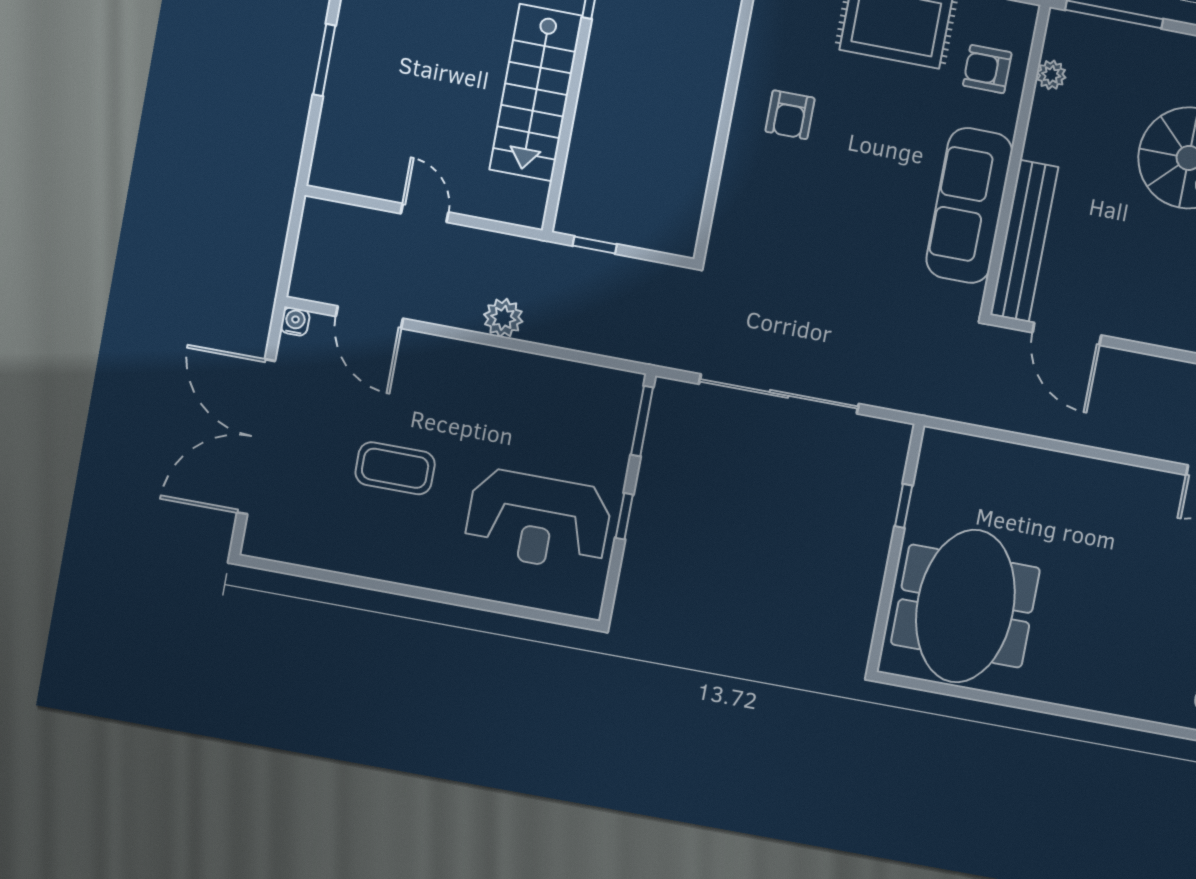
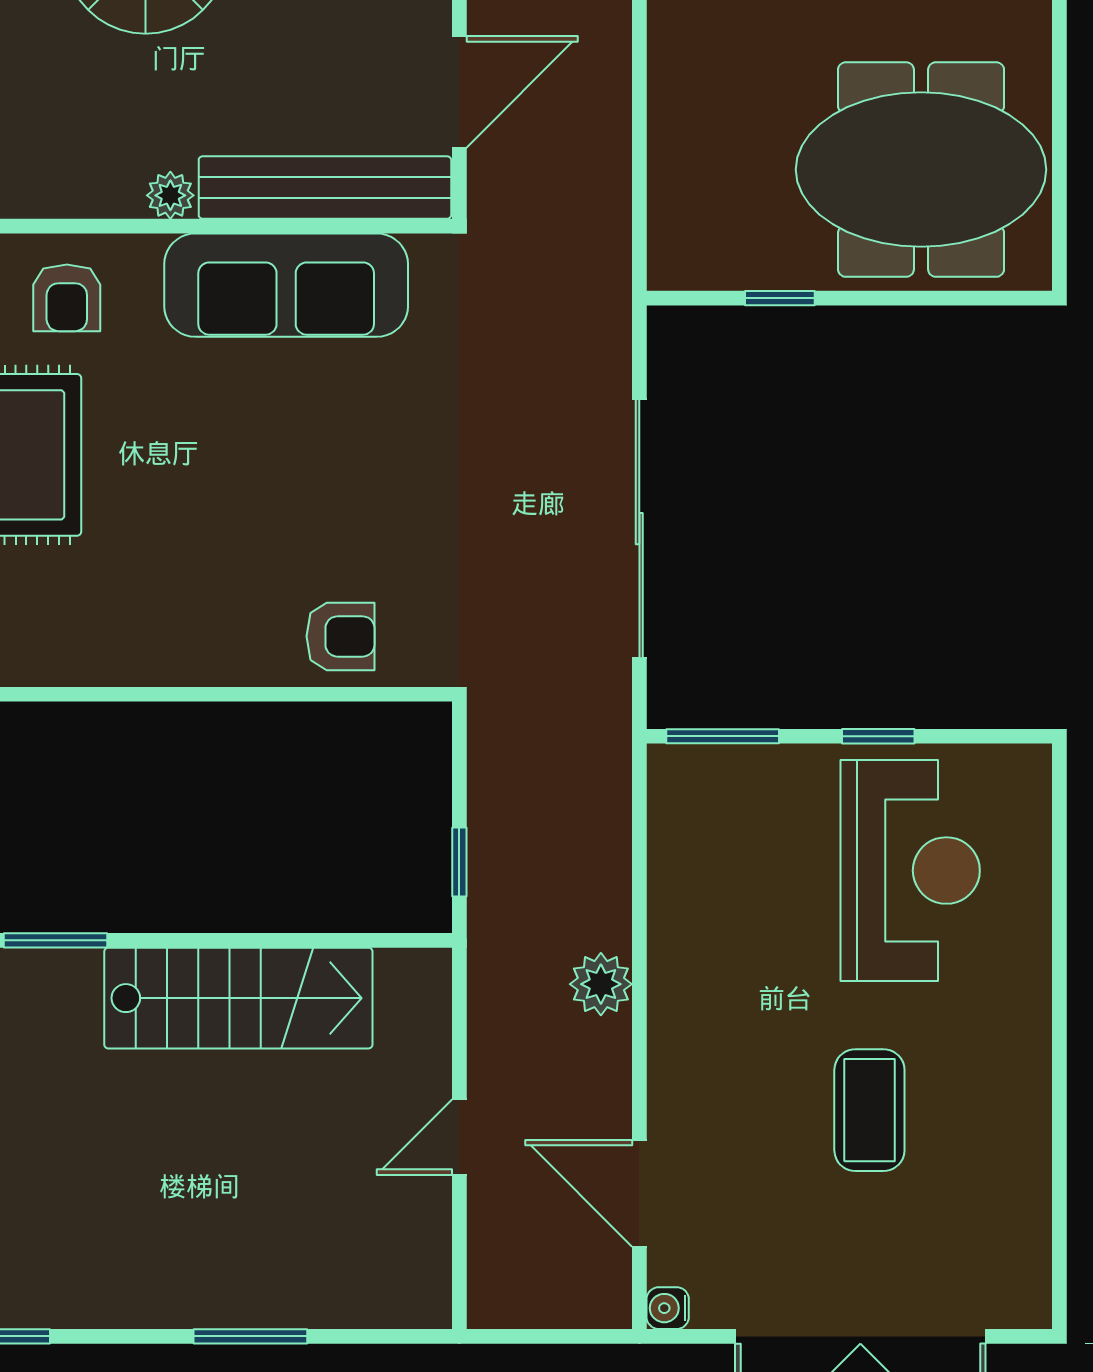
plant: (1051, 75) -> (170, 195), moved
armchair: (790, 115) -> (341, 636), moved
door: (369, 317) -> (639, 1193), swing flipped

